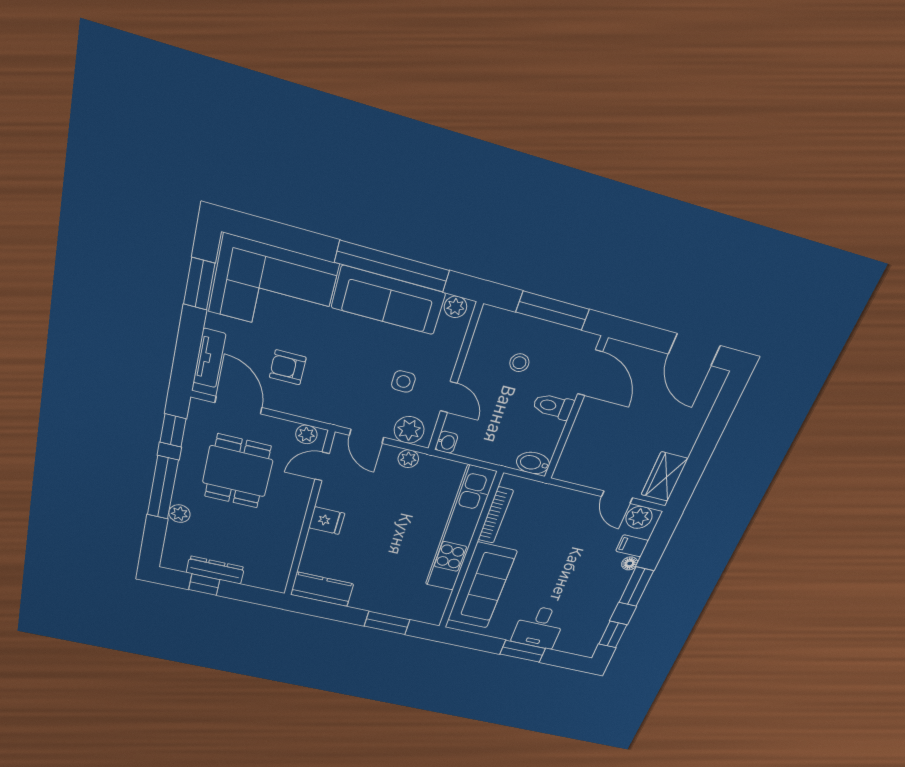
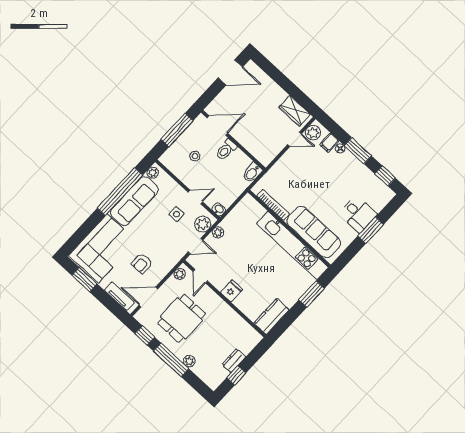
dining table: (238, 471) -> (182, 318), turned 90
kitchen unit: (460, 529) -> (293, 245), moved
dresser: (215, 570) -> (234, 361), width x0.70

